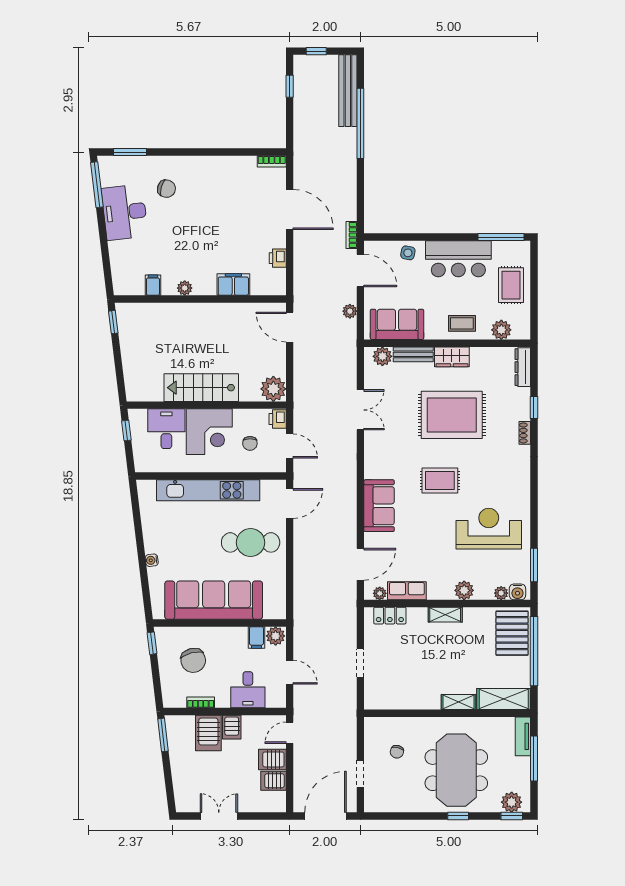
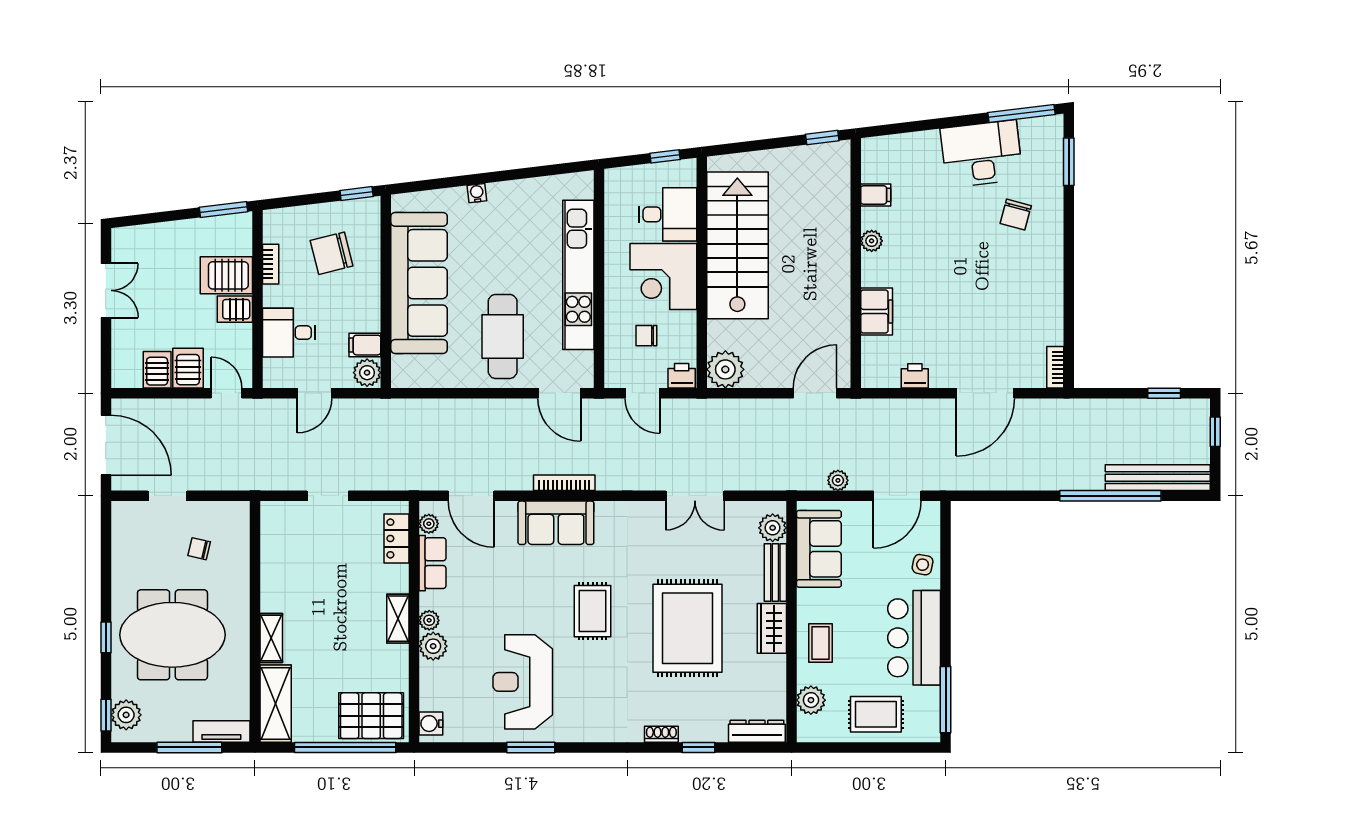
bookcase: (351, 235) -> (564, 483), moved, width x1.56
stairs: (201, 388) -> (737, 245), width x1.36, depth x1.51
door: (290, 446) -> (643, 393), hinge flipped
reception desk: (489, 529) -> (523, 682), turned 180
window: (534, 565) -> (531, 747), moved
plant: (501, 593) -> (429, 620), moved

